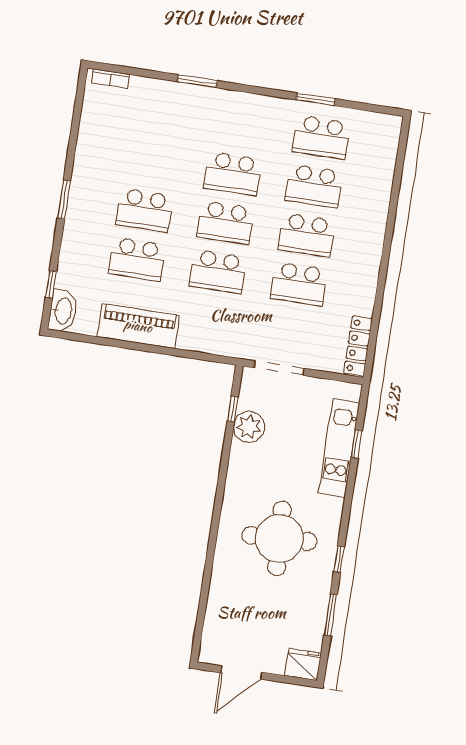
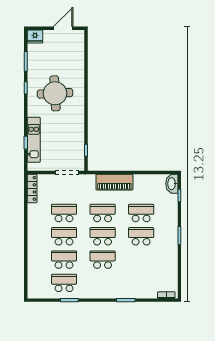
piano: (138, 326) -> (114, 182), moved
plant: (249, 427) -> (77, 143), removed

